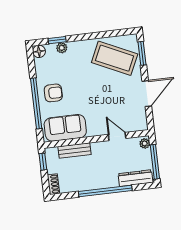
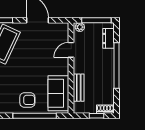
armchair: (53, 93) -> (27, 100), turned 90
window: (43, 162) -> (96, 116), moved
dresser: (135, 178) -> (108, 38), width x0.70

